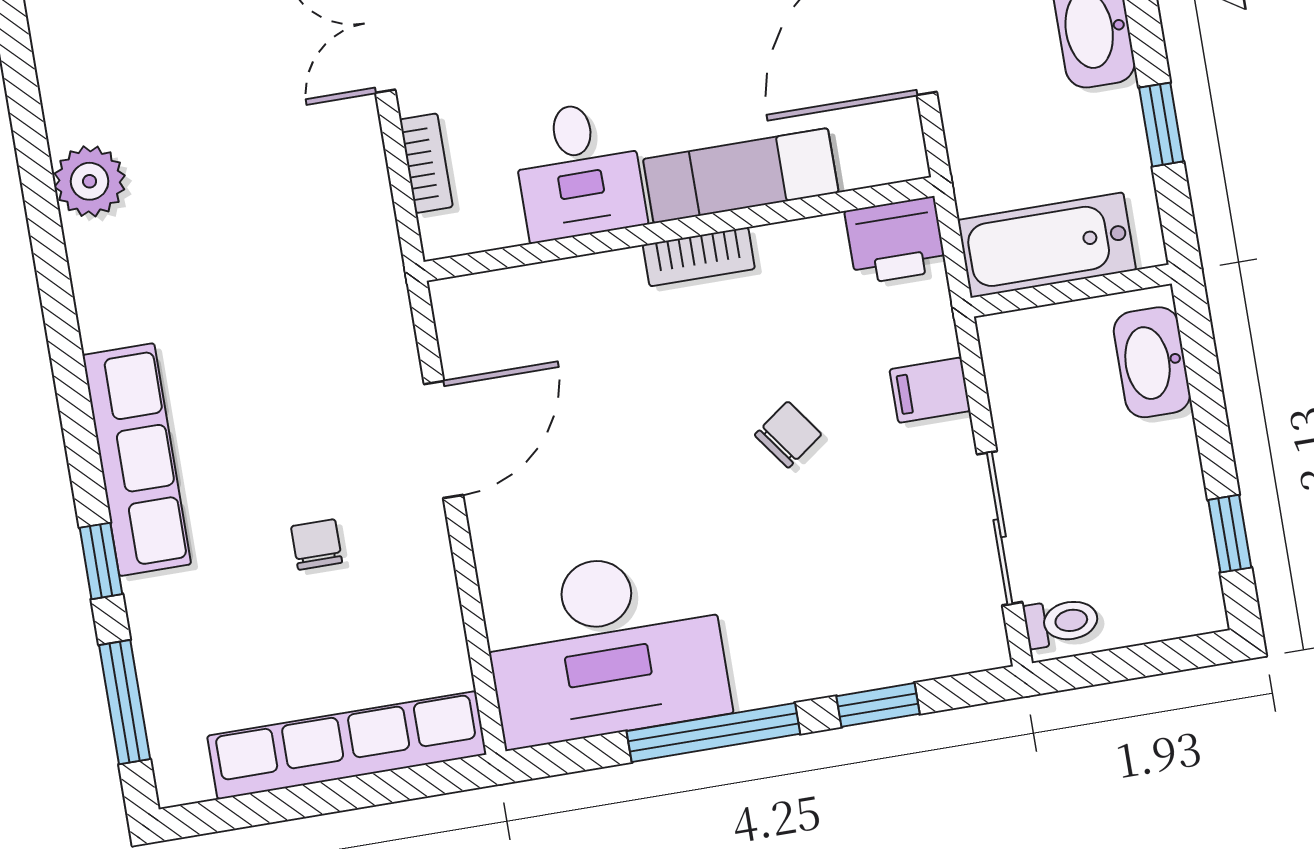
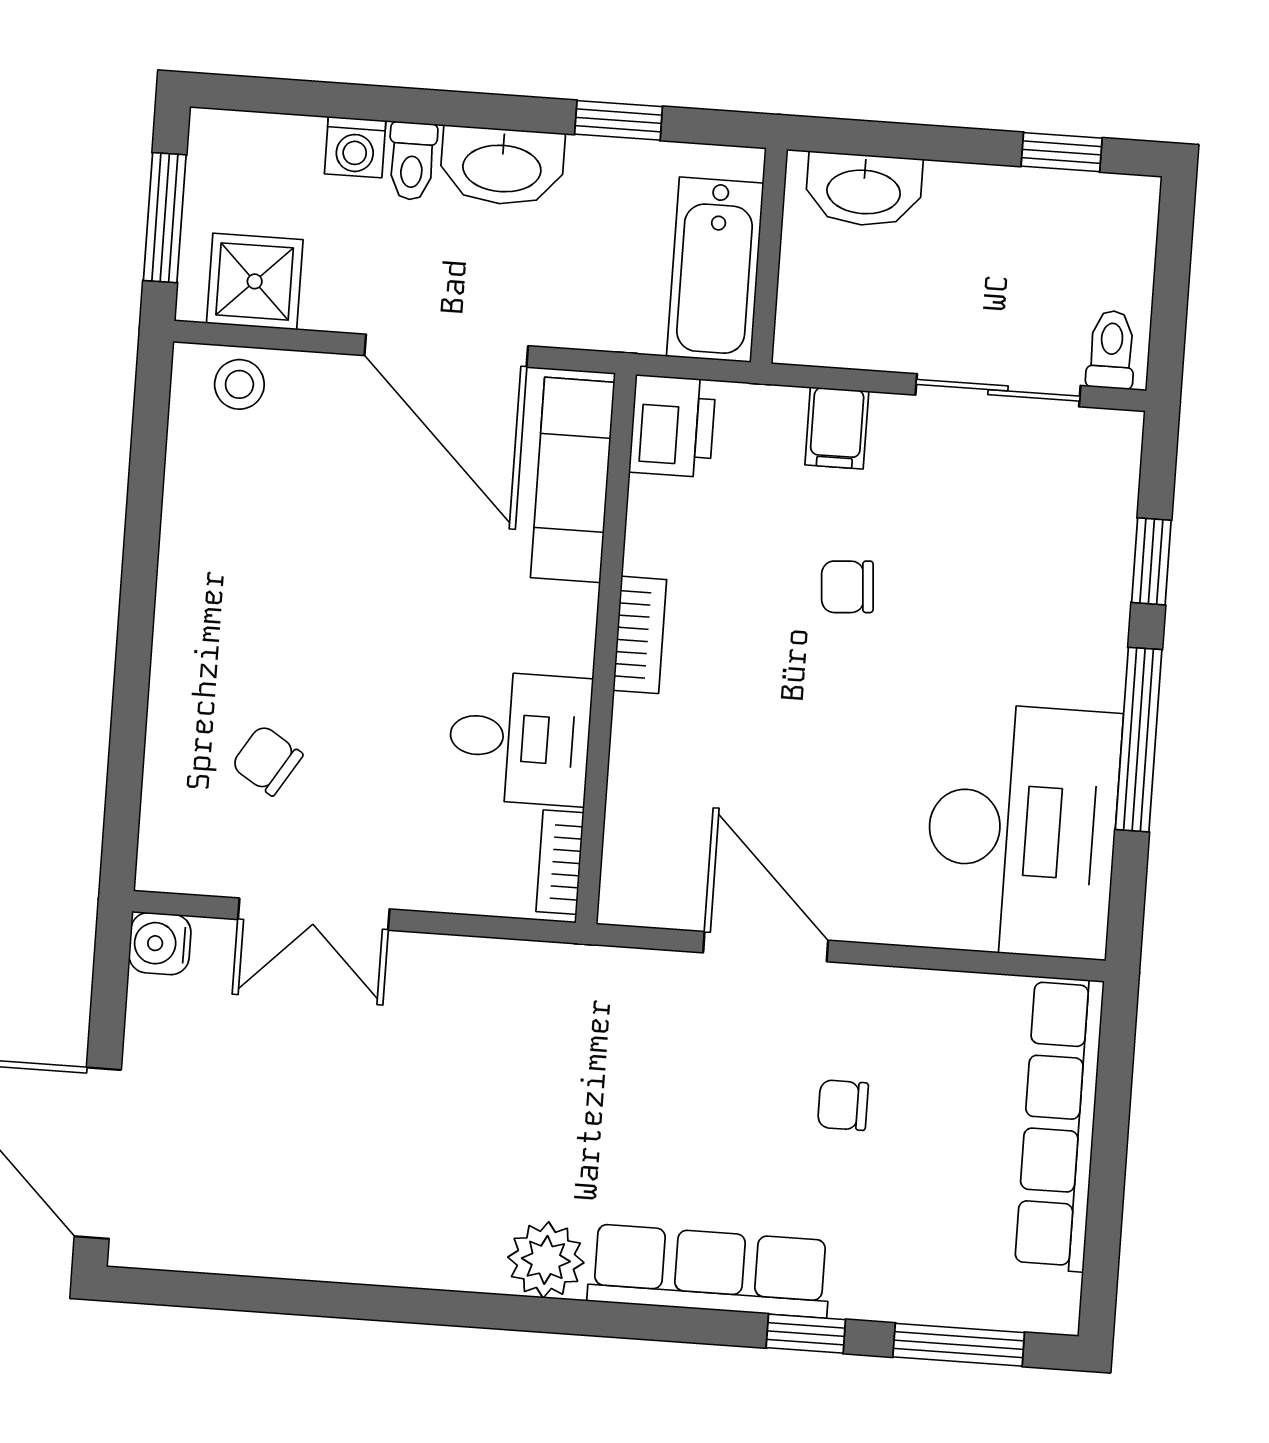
bookcase: (426, 163) -> (560, 862), moved, turned -90
exam couch: (741, 176) -> (573, 480), moved
plant: (90, 181) -> (546, 1260), moved
chair: (788, 435) -> (847, 587), turned -58

